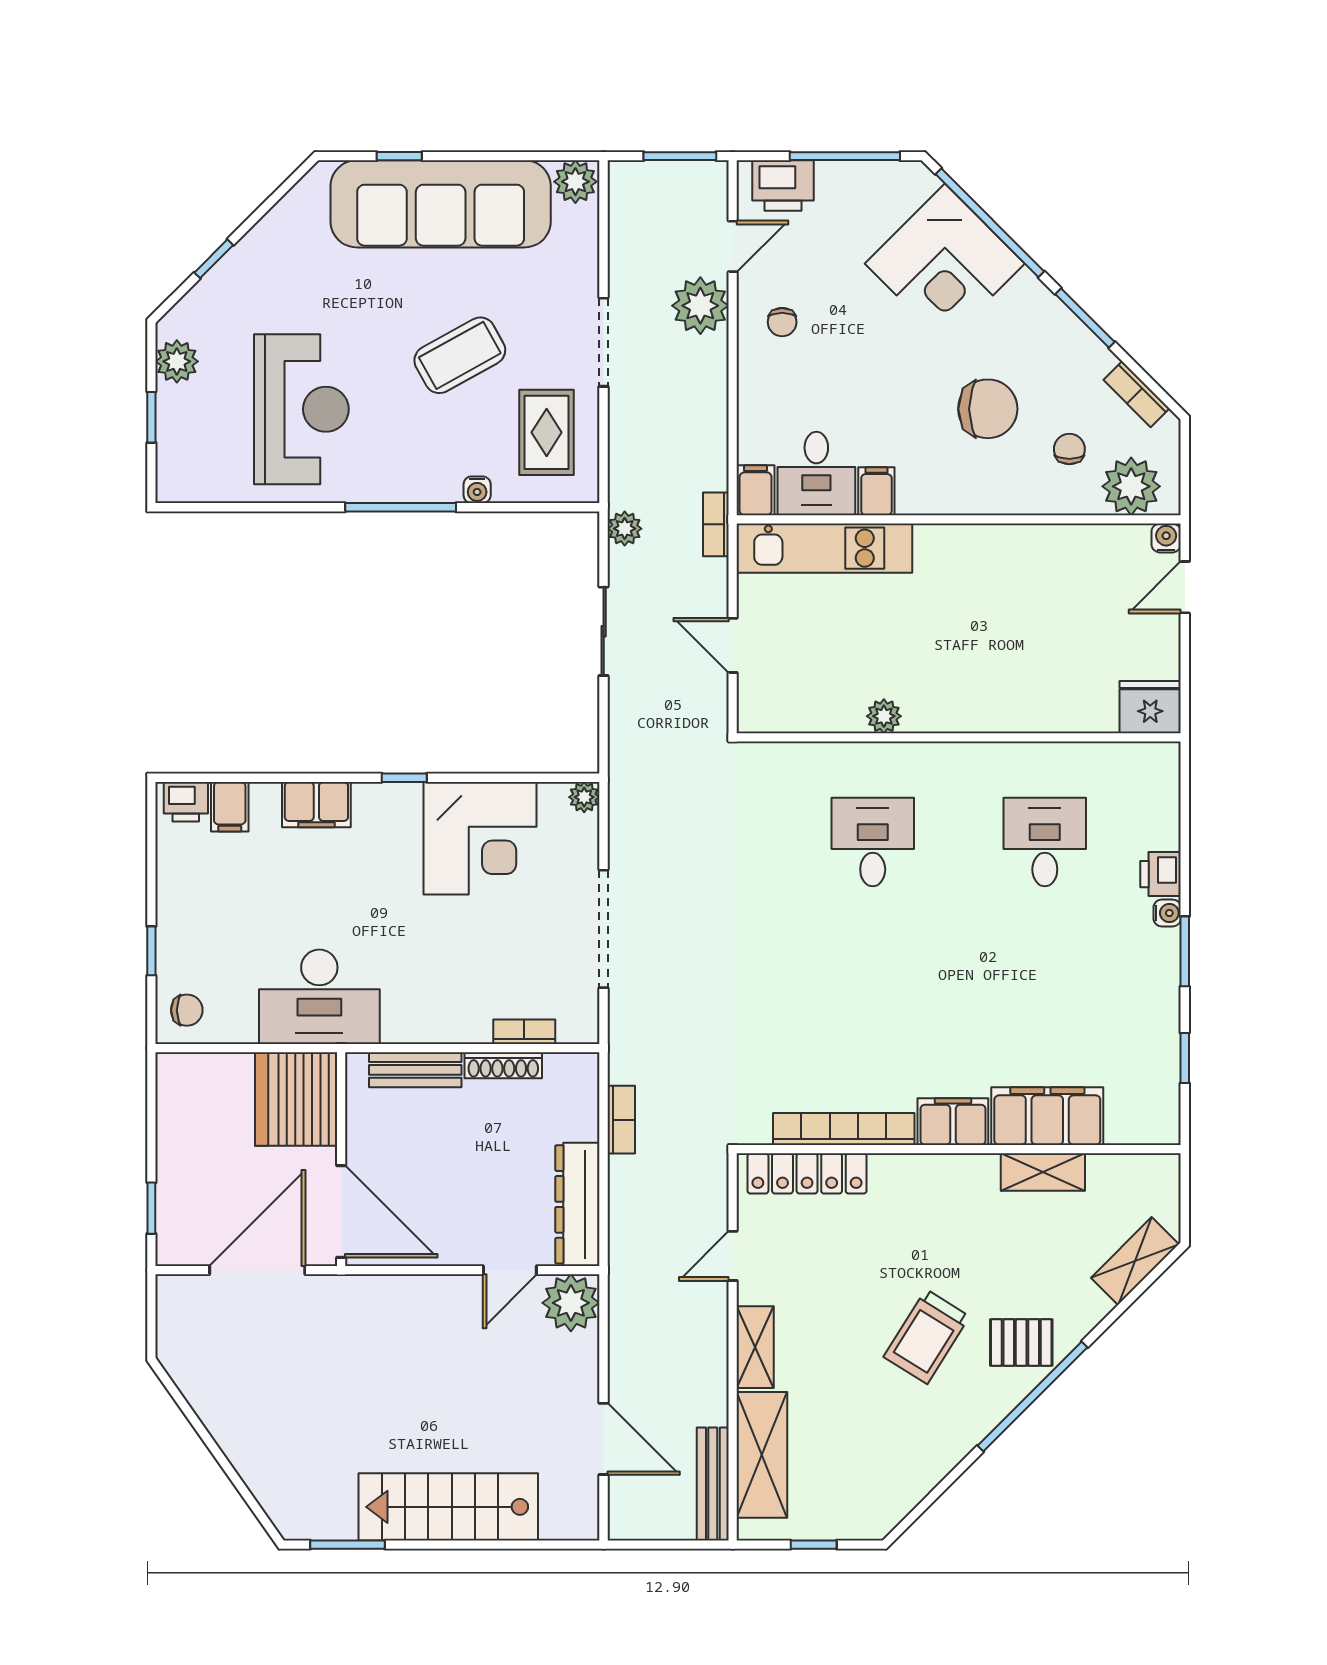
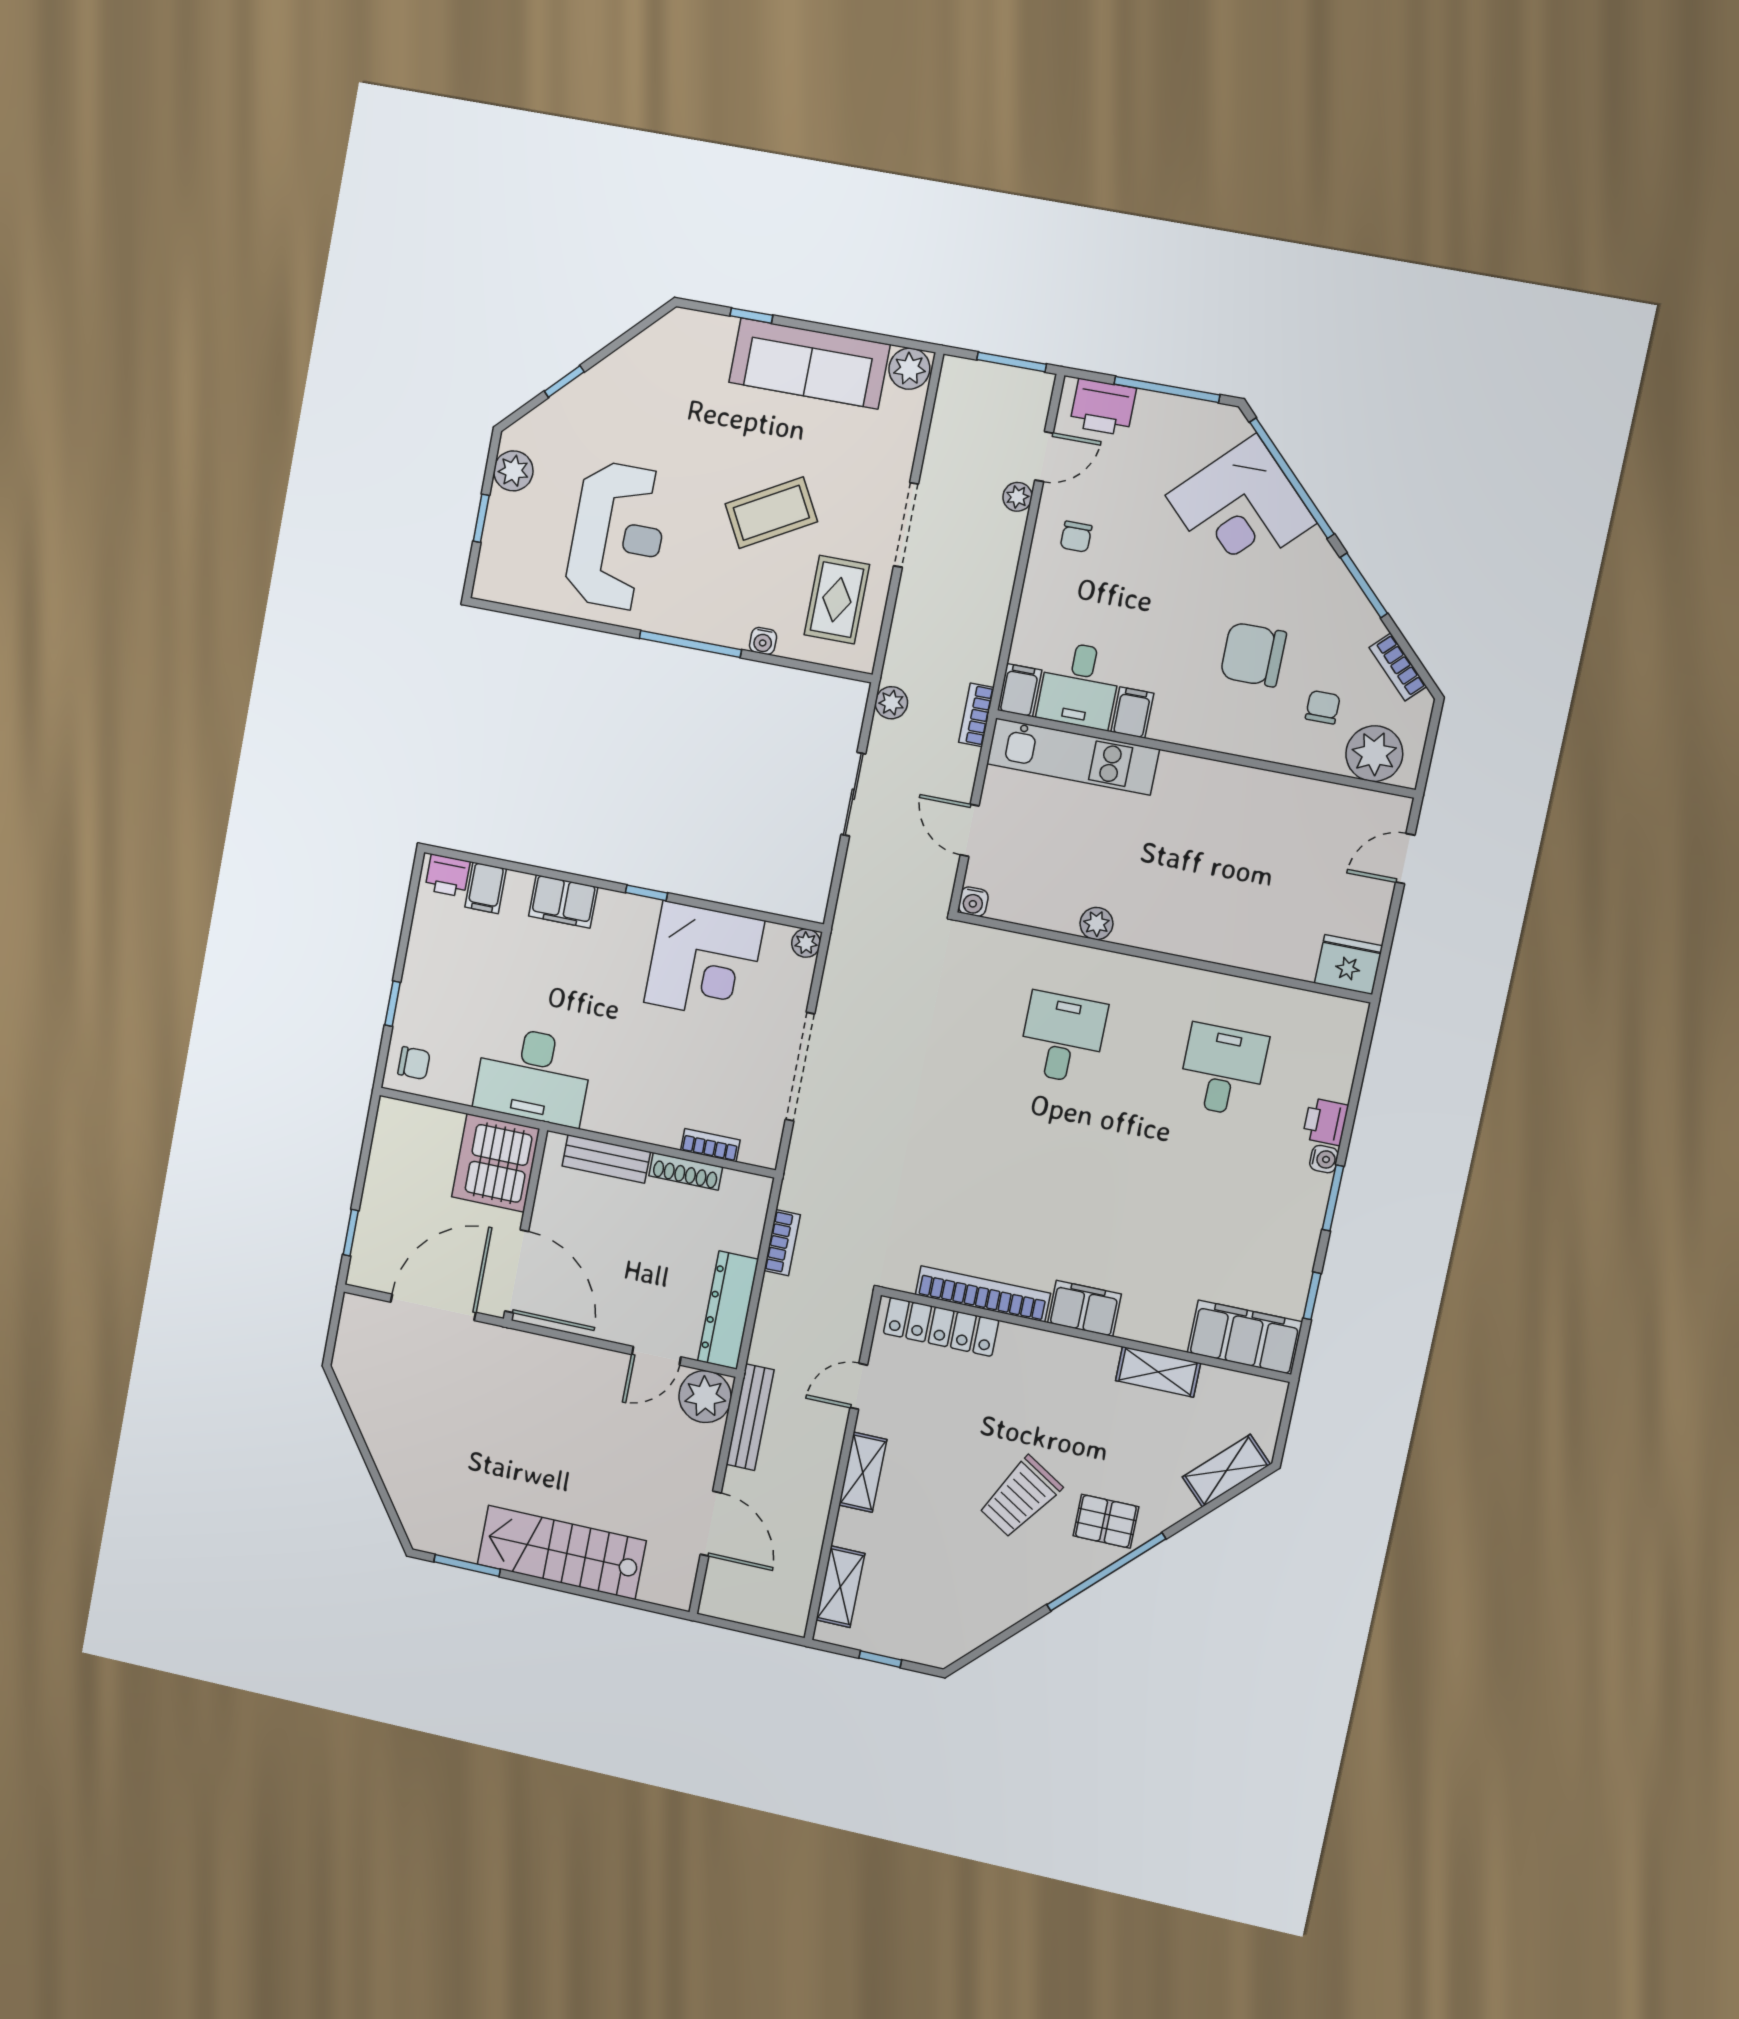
sofa: (441, 204) -> (809, 363), width x0.74, depth x0.79
plant: (700, 306) -> (1017, 497), width x0.53, depth x0.53
chair: (988, 409) -> (1253, 655), turned 180
water cooler: (1166, 538) -> (973, 902), moved, turned 180
filing cabinet: (1047, 1116) -> (1245, 1337), moved
shelving: (762, 1455) -> (840, 1587), width x0.67, depth x0.75
bench: (713, 1484) -> (750, 1417), moved

